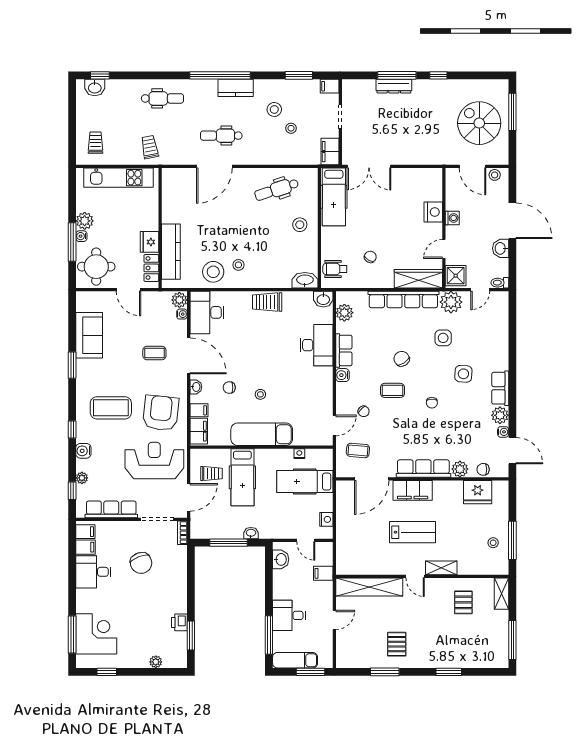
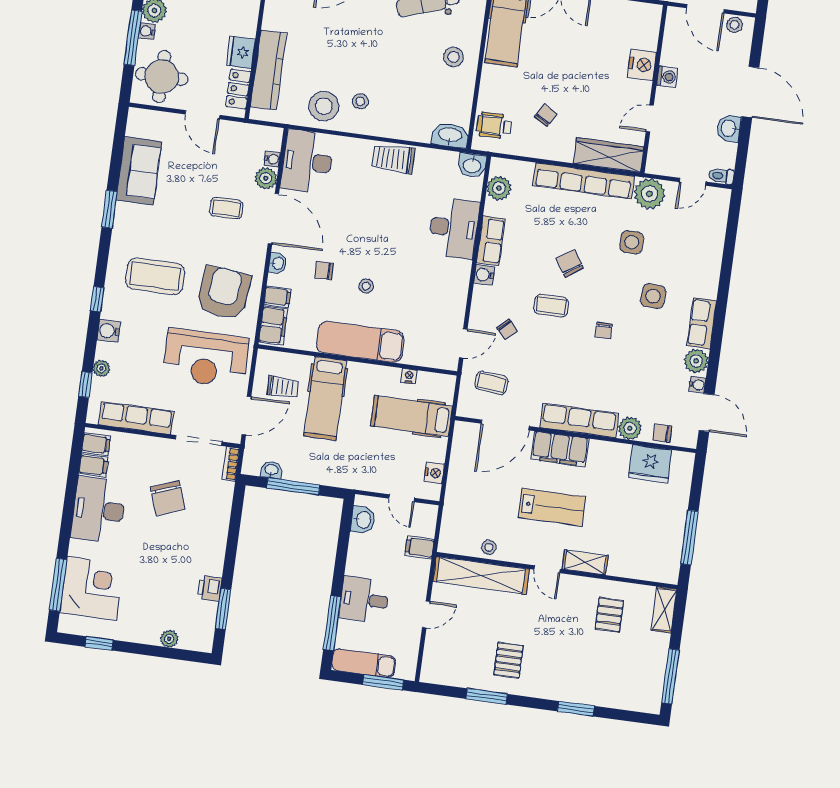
shower: (456, 276) -> (661, 158), removed
plant: (179, 300) -> (266, 178), moved
reception desk: (154, 461) -> (206, 358), turned 180
washbasin: (251, 533) -> (271, 470), moved
stool: (493, 543) -> (489, 547), moved
desk: (93, 572) -> (98, 510), width x1.37

